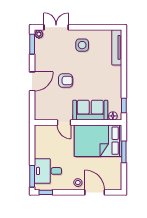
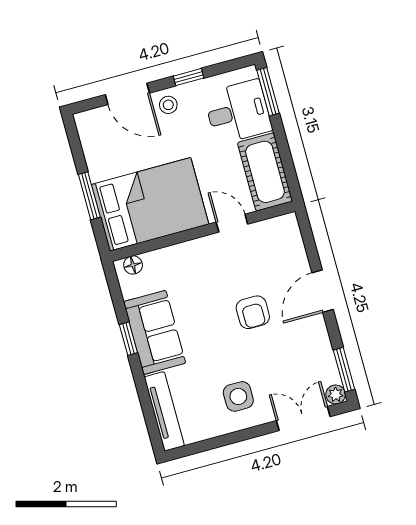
double door: (56, 27) -> (303, 419), swing flipped
armchair: (66, 81) -> (253, 312), turned -90
window: (124, 105) -> (128, 339), moved
sofa: (90, 110) -> (155, 332), moved, turned -90
cot: (43, 141) -> (265, 172), added
window: (46, 192) -> (189, 77), moved

